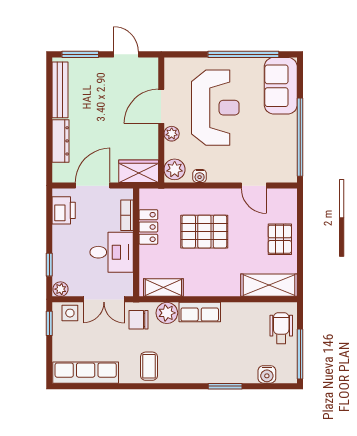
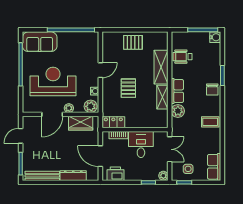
door: (161, 106) -> (52, 114), hinge flipped
wardrobe: (139, 171) -> (81, 123), moved, turned -90
door: (254, 186) -> (100, 70), moved
locker: (148, 227) -> (113, 122), moved
pallet: (204, 232) -> (128, 88), width x0.67, depth x0.71
shelving: (269, 285) -> (161, 67), moved
shelving: (163, 288) -> (162, 97), moved
side table: (70, 313) -> (188, 169), moved
chair: (139, 320) -> (212, 90), moved
wheelchair: (281, 328) -> (182, 57), moved
row of seats: (86, 373) -> (214, 167), width x0.68
water cooler: (267, 374) -> (215, 37), moved

